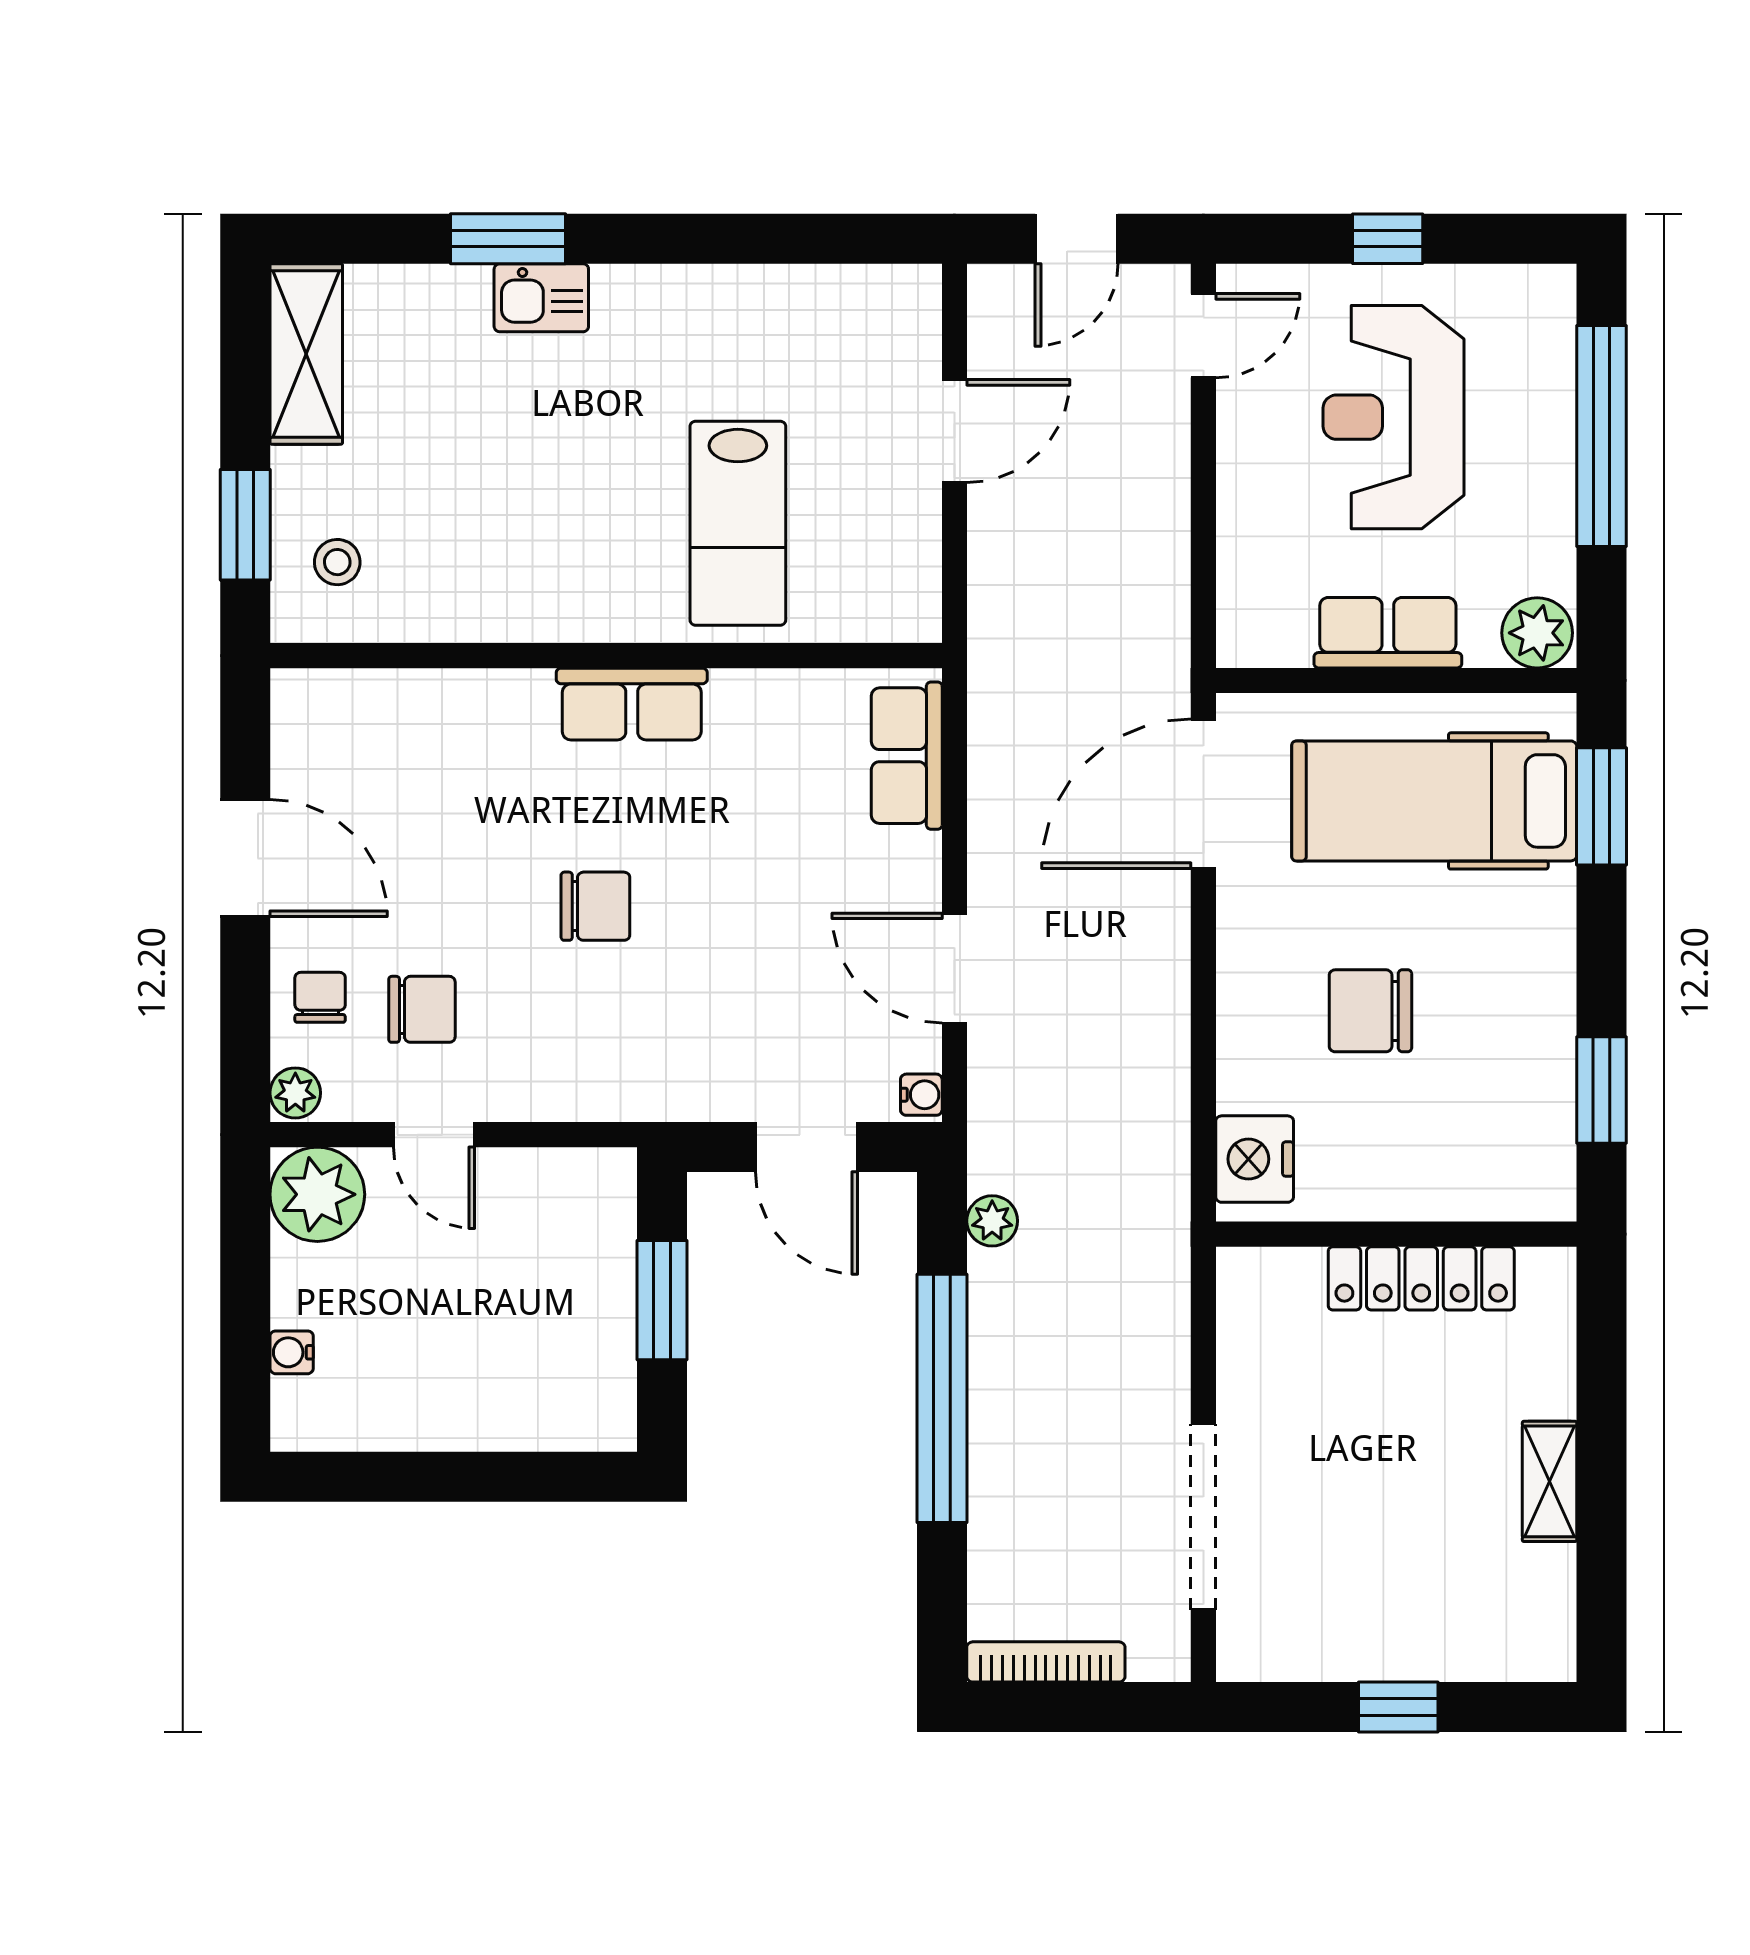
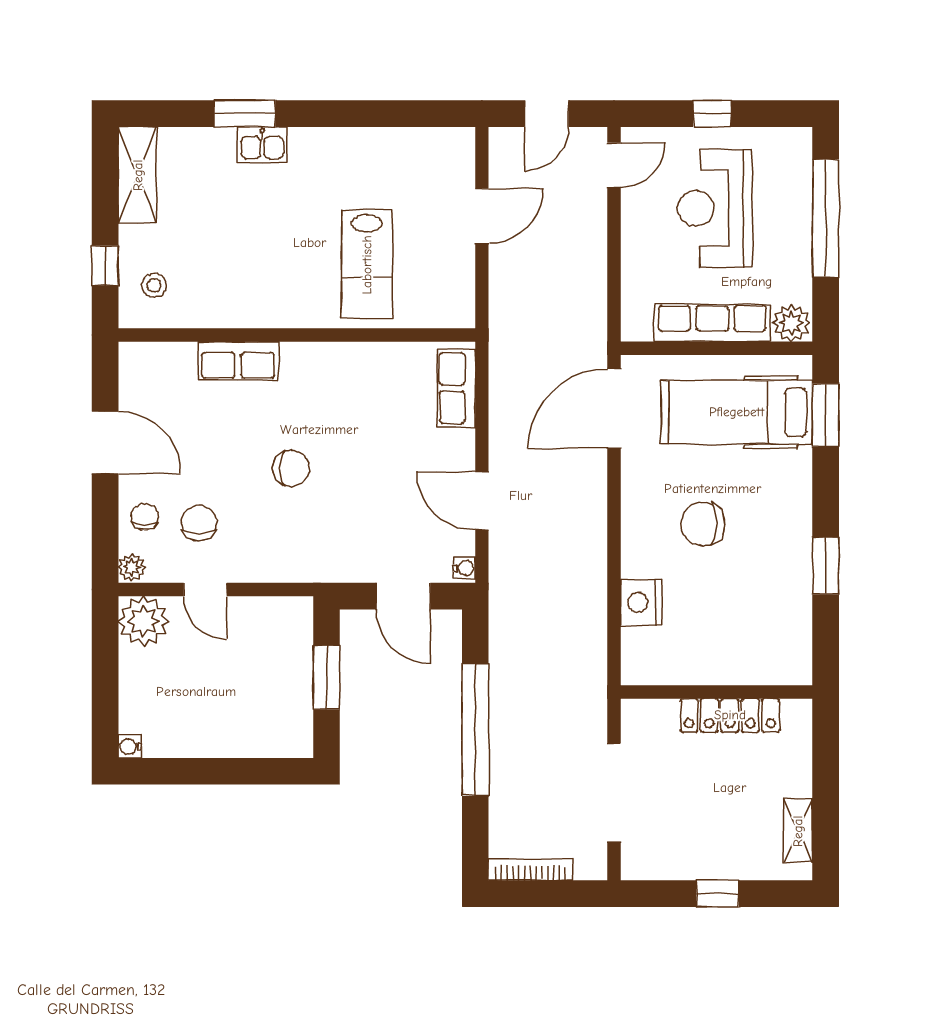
window: (245, 525) -> (105, 266), width x0.67
row of seats: (1388, 633) -> (712, 323), width x1.48
row of seats: (632, 704) -> (238, 361), moved
chair: (422, 1009) -> (199, 523), turned -90
plant: (992, 1221) -> (502, 635), removed
wall: (1396, 1234) -> (717, 692), moved
locker: (1421, 1278) -> (730, 715), moved
water cooler: (292, 1352) -> (130, 747), moved
shelving: (1550, 1481) -> (798, 831), moved

